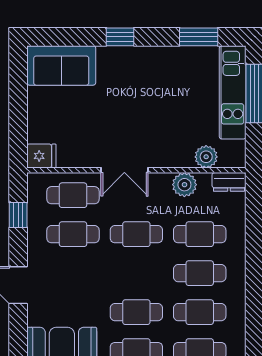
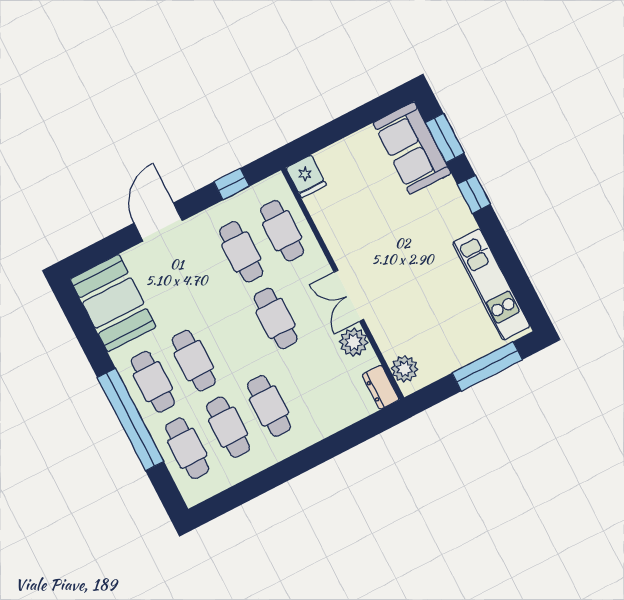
window: (199, 37) -> (445, 138), moved
kitchen unit: (233, 92) -> (491, 285), moved, turned -90
plant: (206, 157) -> (405, 369), moved
double door: (124, 170) -> (349, 296), moved
cafe table: (200, 234) -> (310, 385), removed

